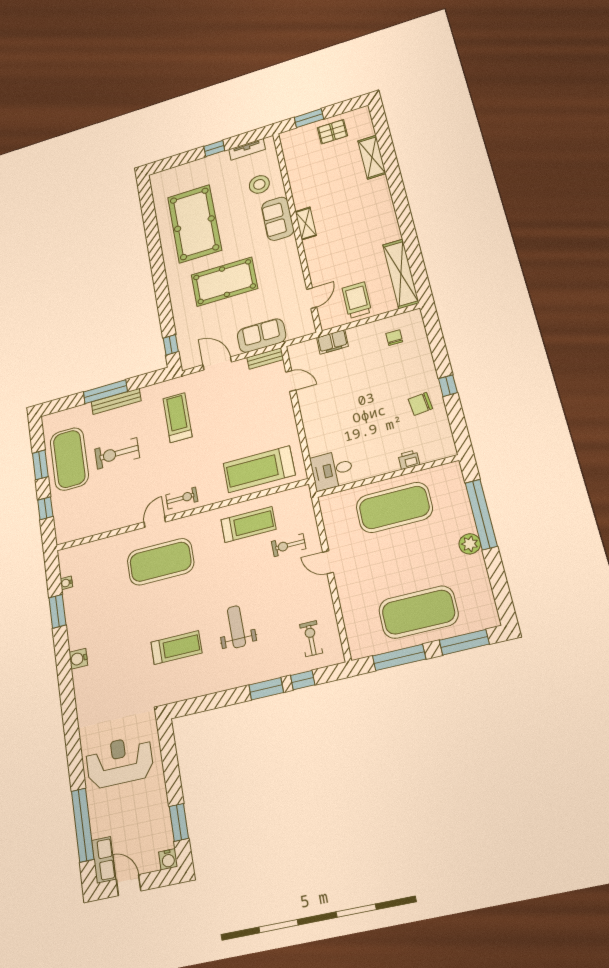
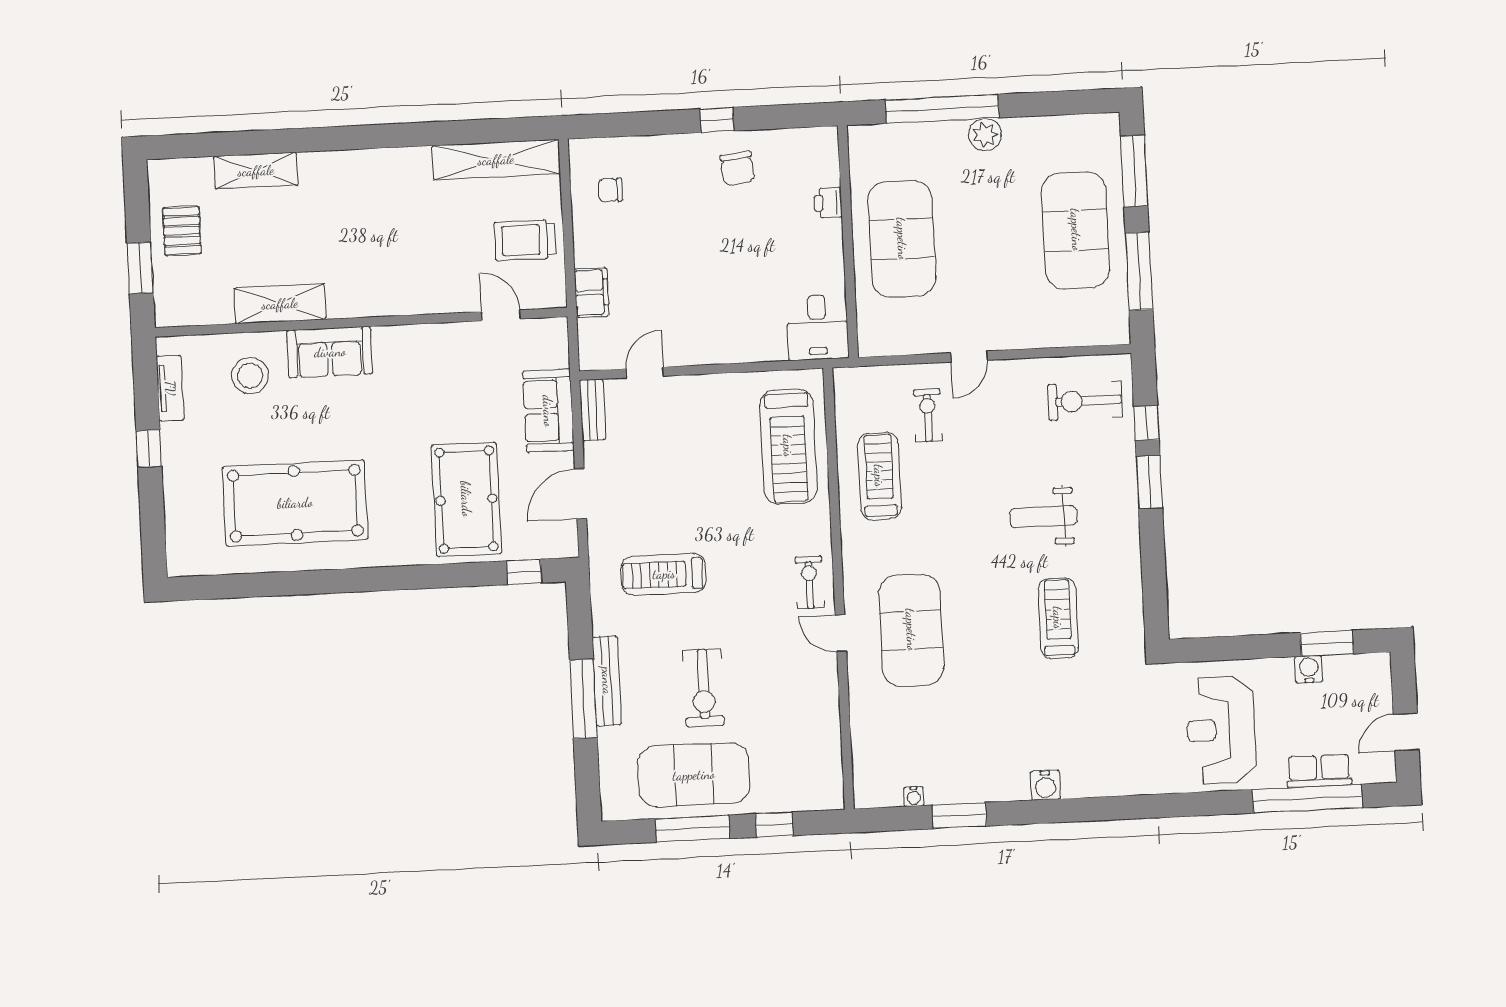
shelving: (306, 224) -> (280, 304), moved, width x1.50, depth x1.33
pool table: (224, 282) -> (466, 499), moved
window: (40, 465) -> (693, 829), width x1.44
exercise bike: (289, 545) -> (928, 415), turned 180
exercise bike: (311, 639) -> (1085, 401), width x1.38, depth x1.39
water cooler: (168, 859) -> (1309, 669), moved, turned -90
row of seats: (104, 860) -> (1319, 771), moved

